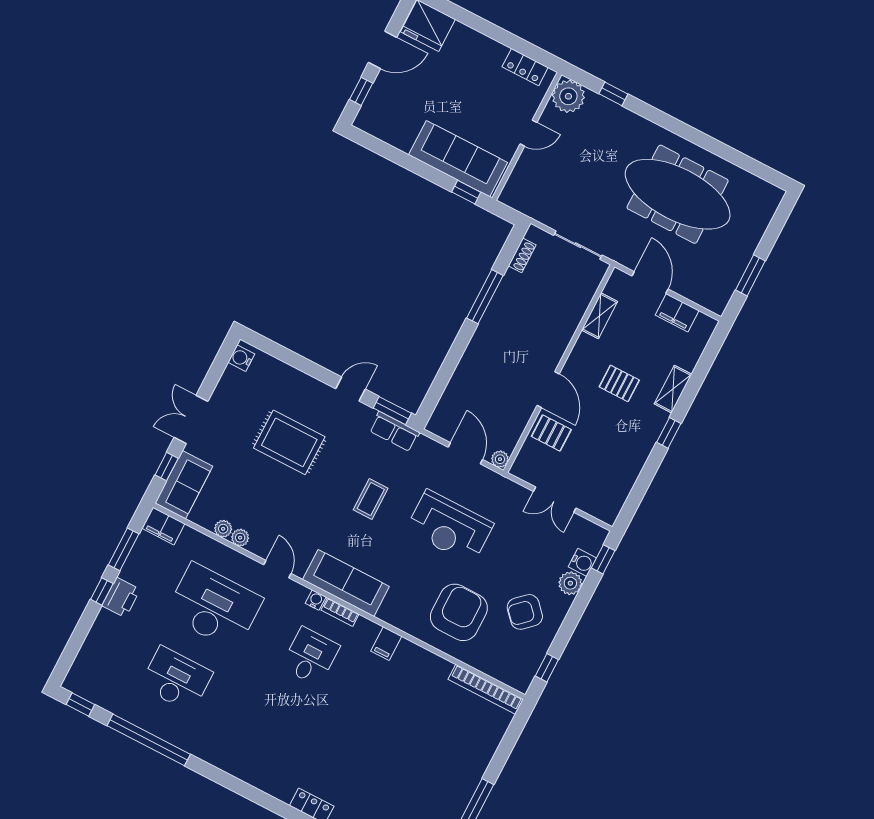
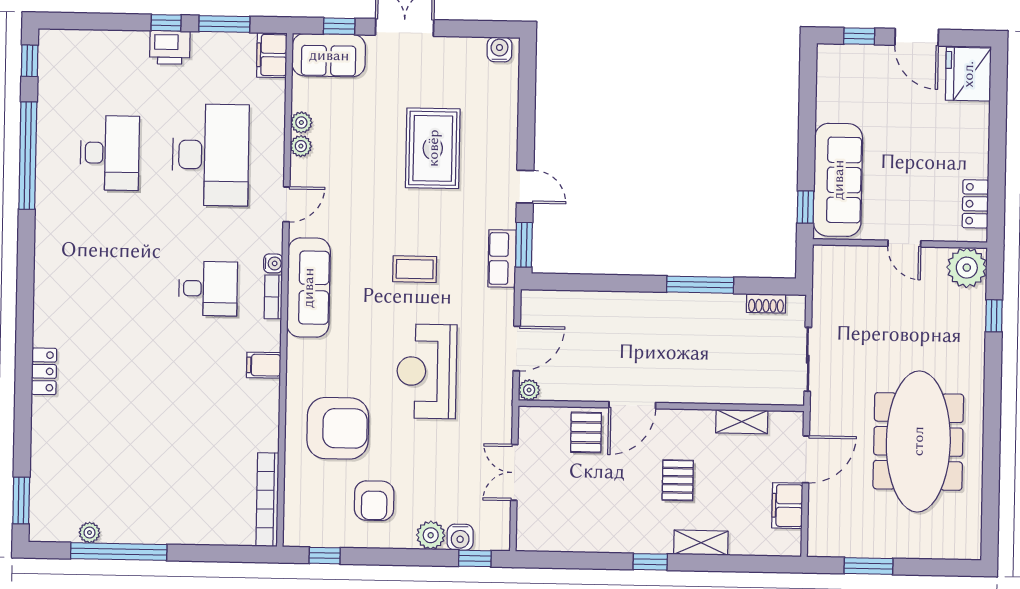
armchair: (525, 612) -> (374, 501), turned -137

